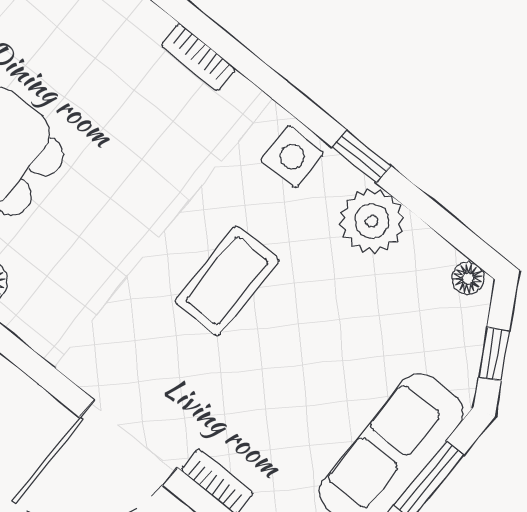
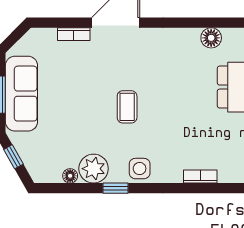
floor lamp: (468, 278) -> (70, 176), moved
coffee table: (227, 281) -> (127, 107), width x0.73, depth x0.77

